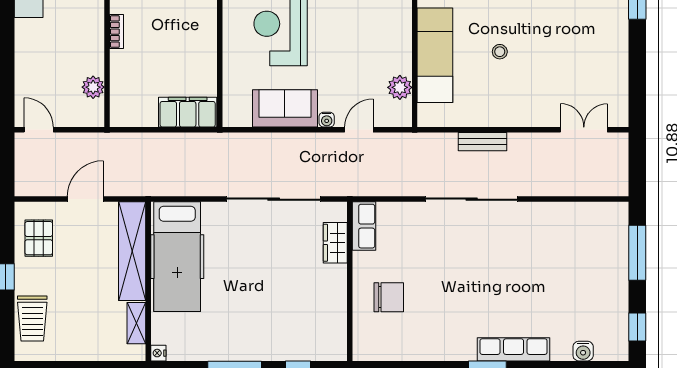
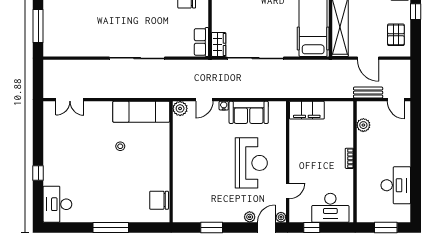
exam couch: (435, 55) -> (141, 112), moved, turned -90
plant: (400, 87) -> (180, 108), moved
bench: (483, 142) -> (368, 93), moved
door: (85, 199) -> (368, 58), hinge flipped
wardrobe: (335, 243) -> (219, 44), moved

